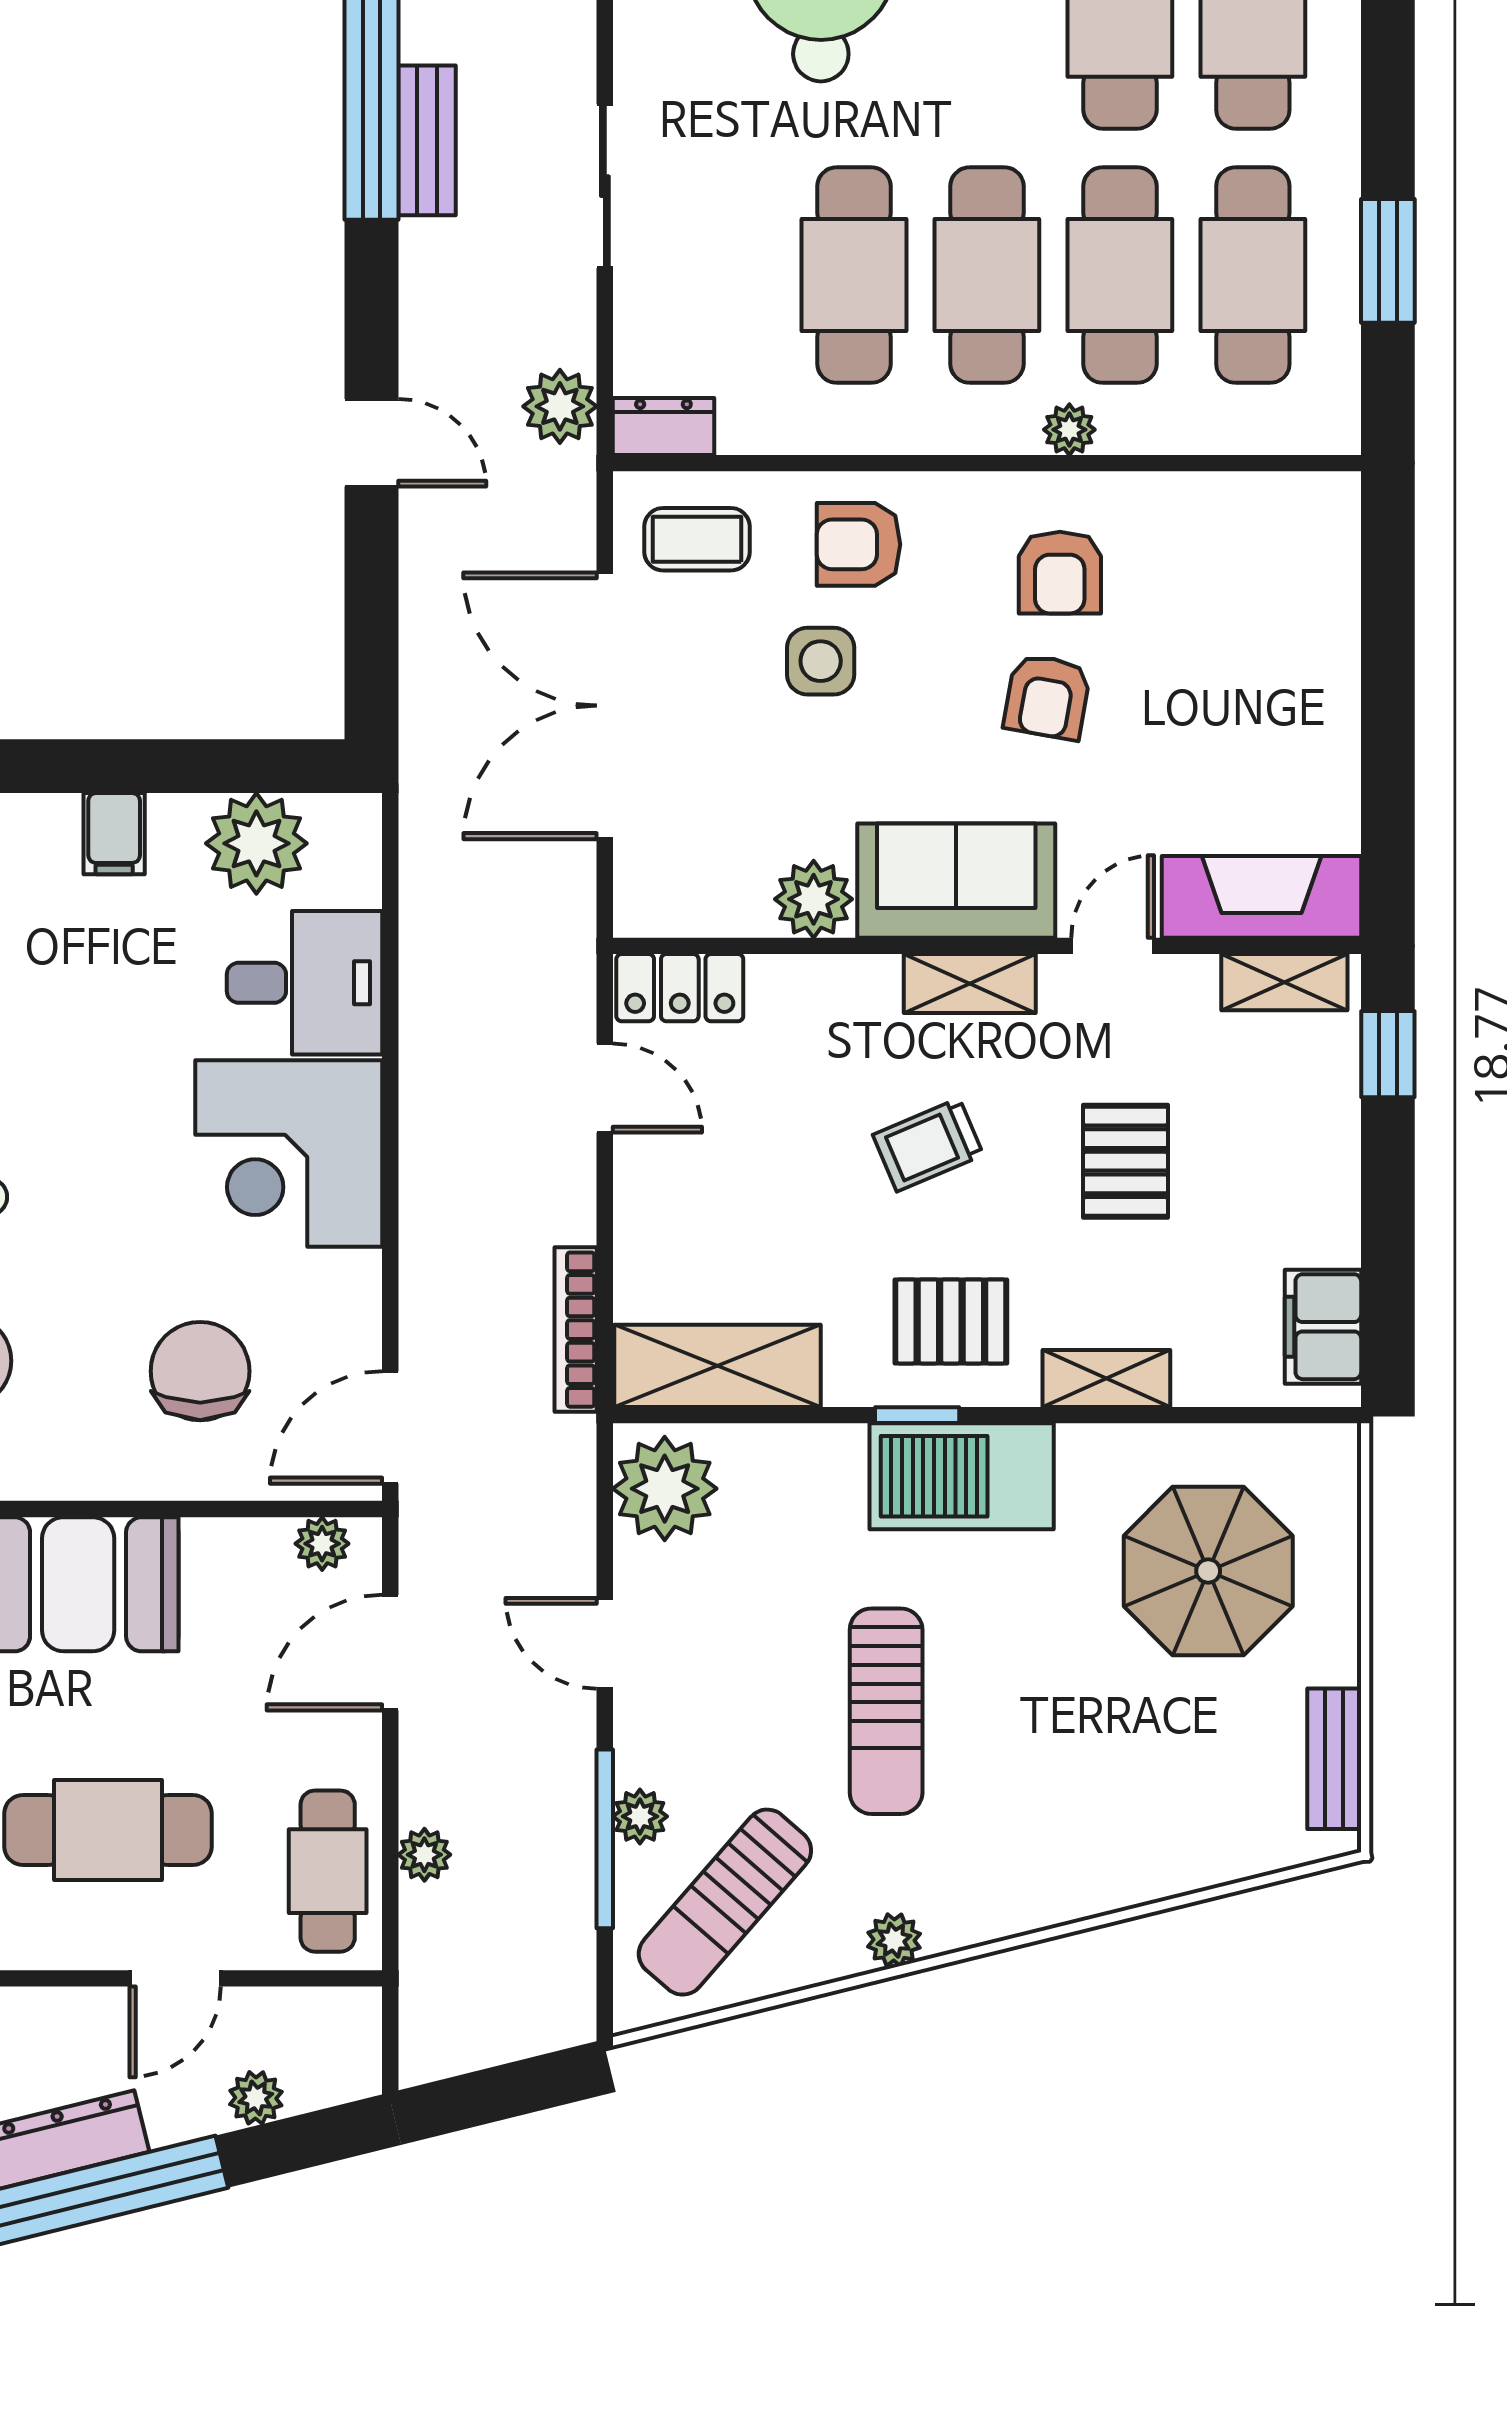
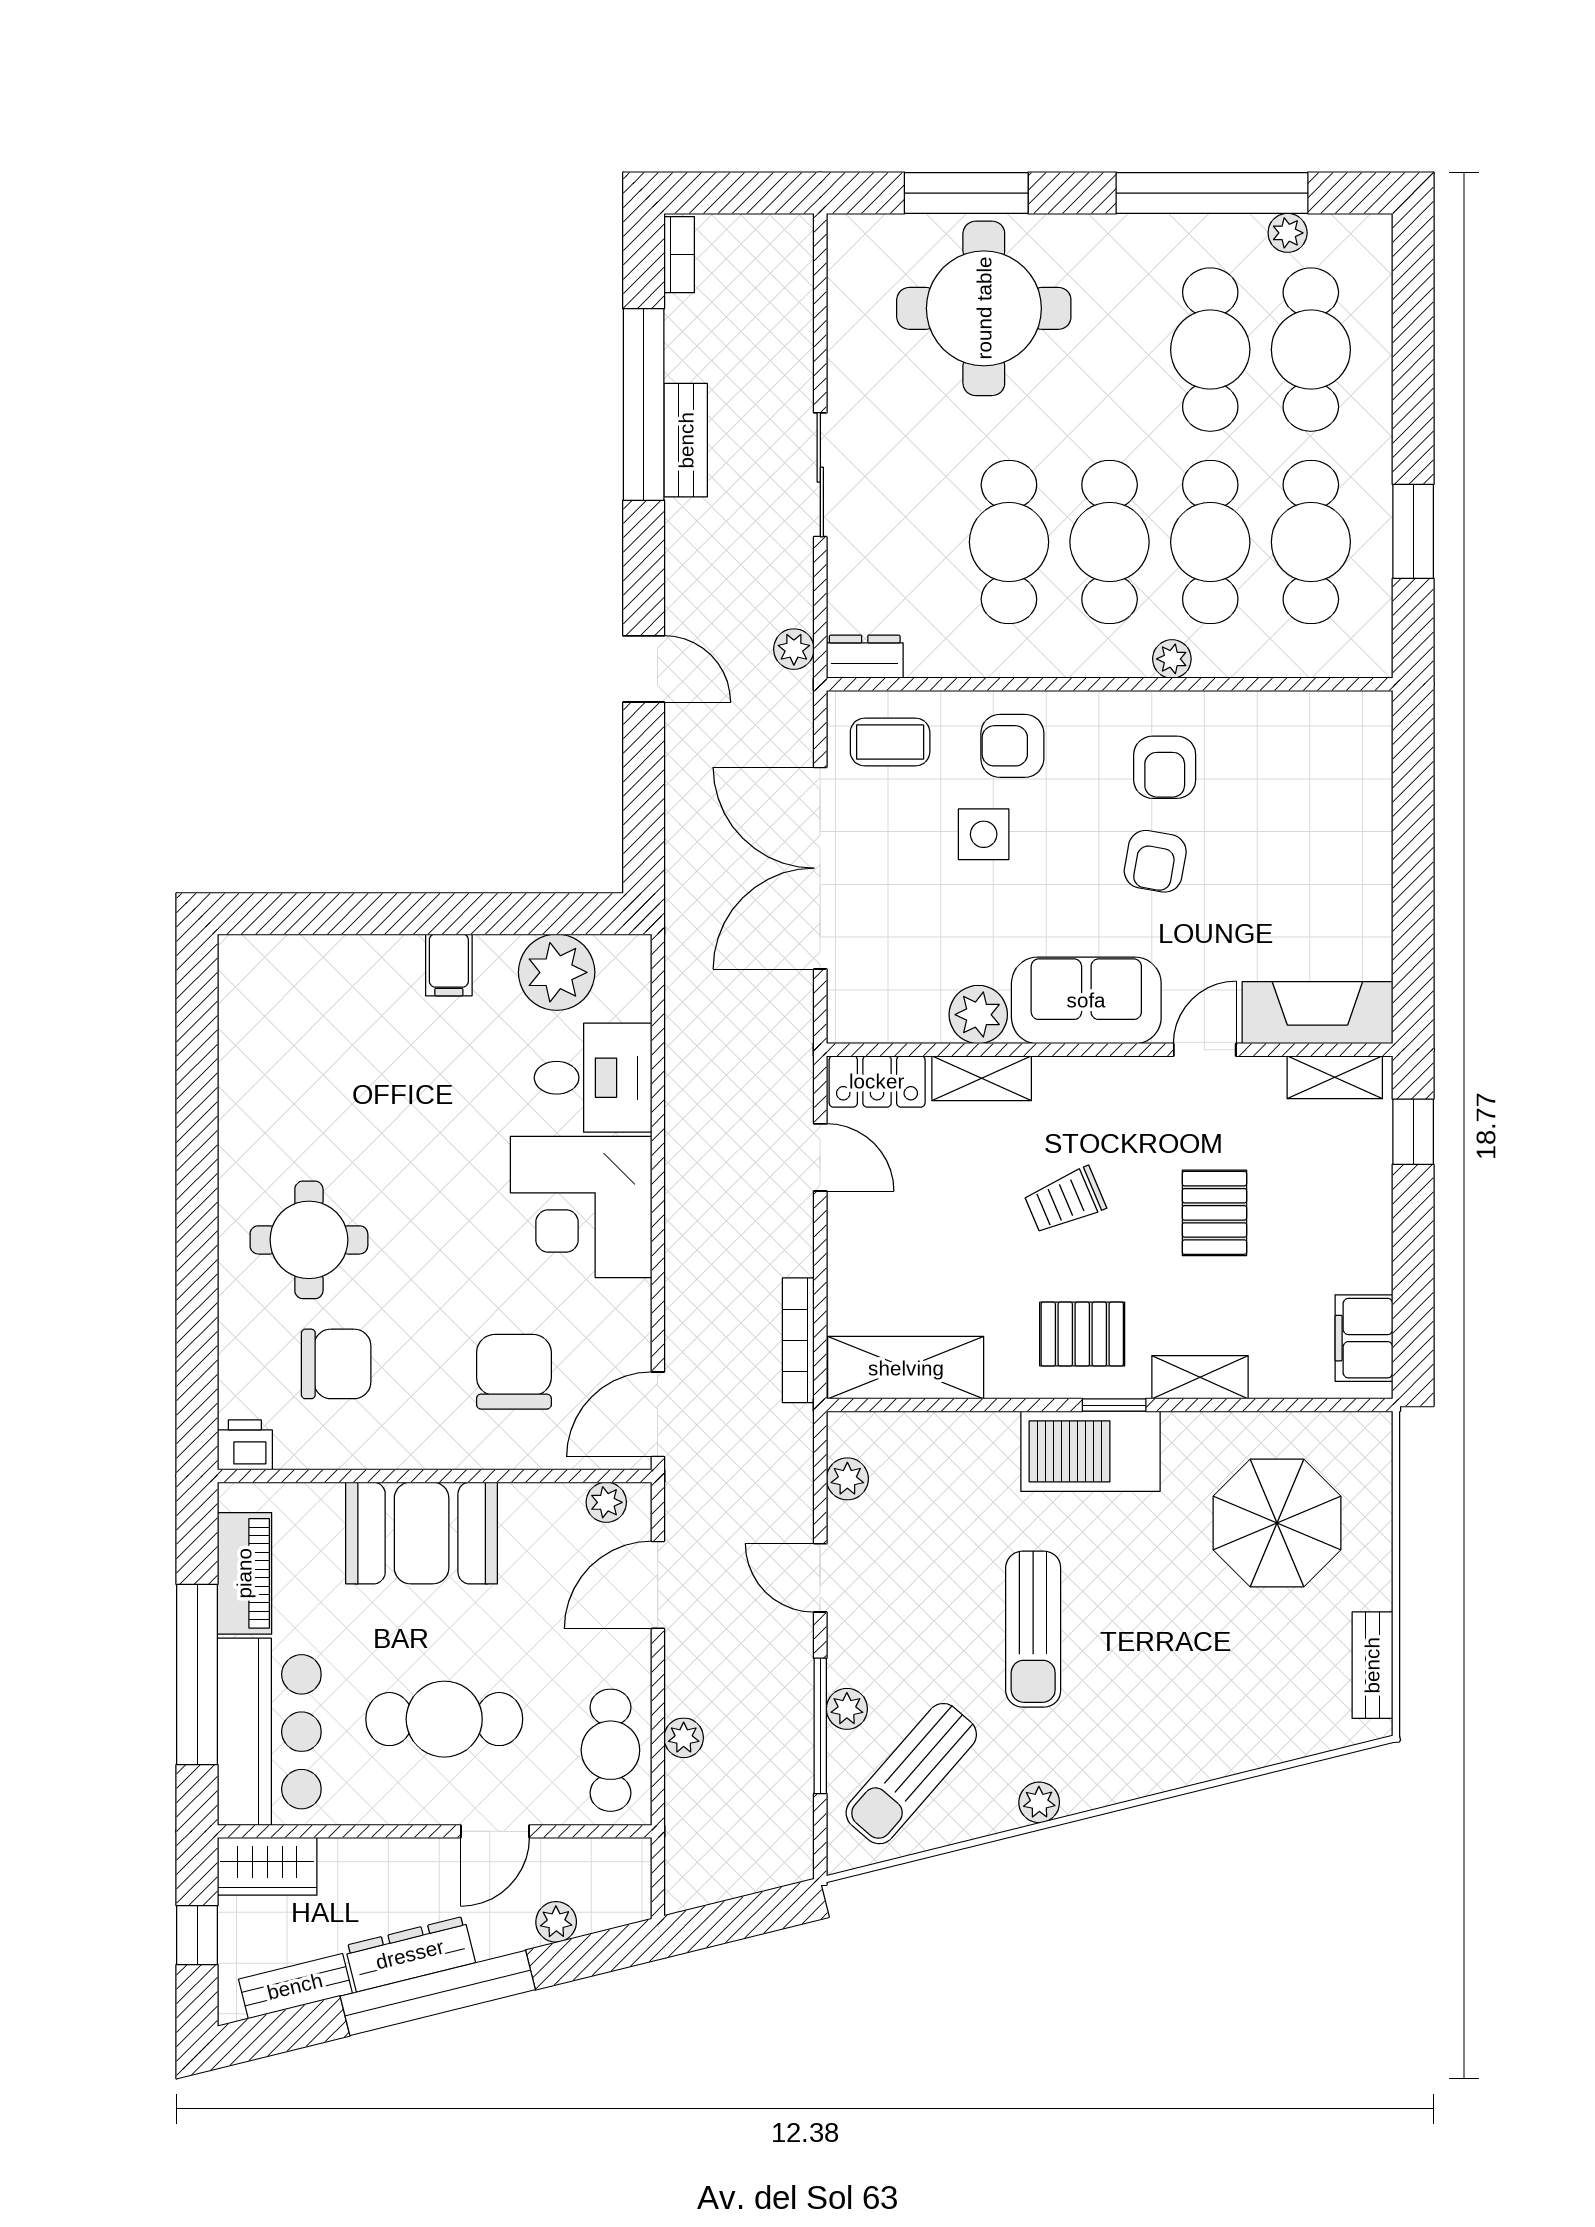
plant: (560, 406) -> (794, 649), width x0.73, depth x0.73
shelving: (970, 983) -> (982, 1078), moved
window: (917, 1415) -> (1114, 1405), moved
plant: (665, 1489) -> (847, 1479), width x0.53, depth x0.53

